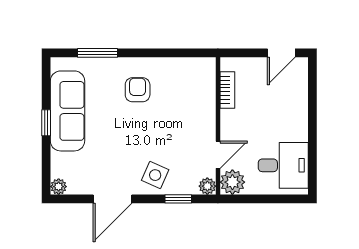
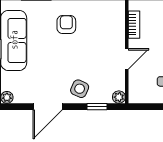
door: (218, 155) -> (127, 59), moved
plant: (232, 182) -> (138, 94), removed

